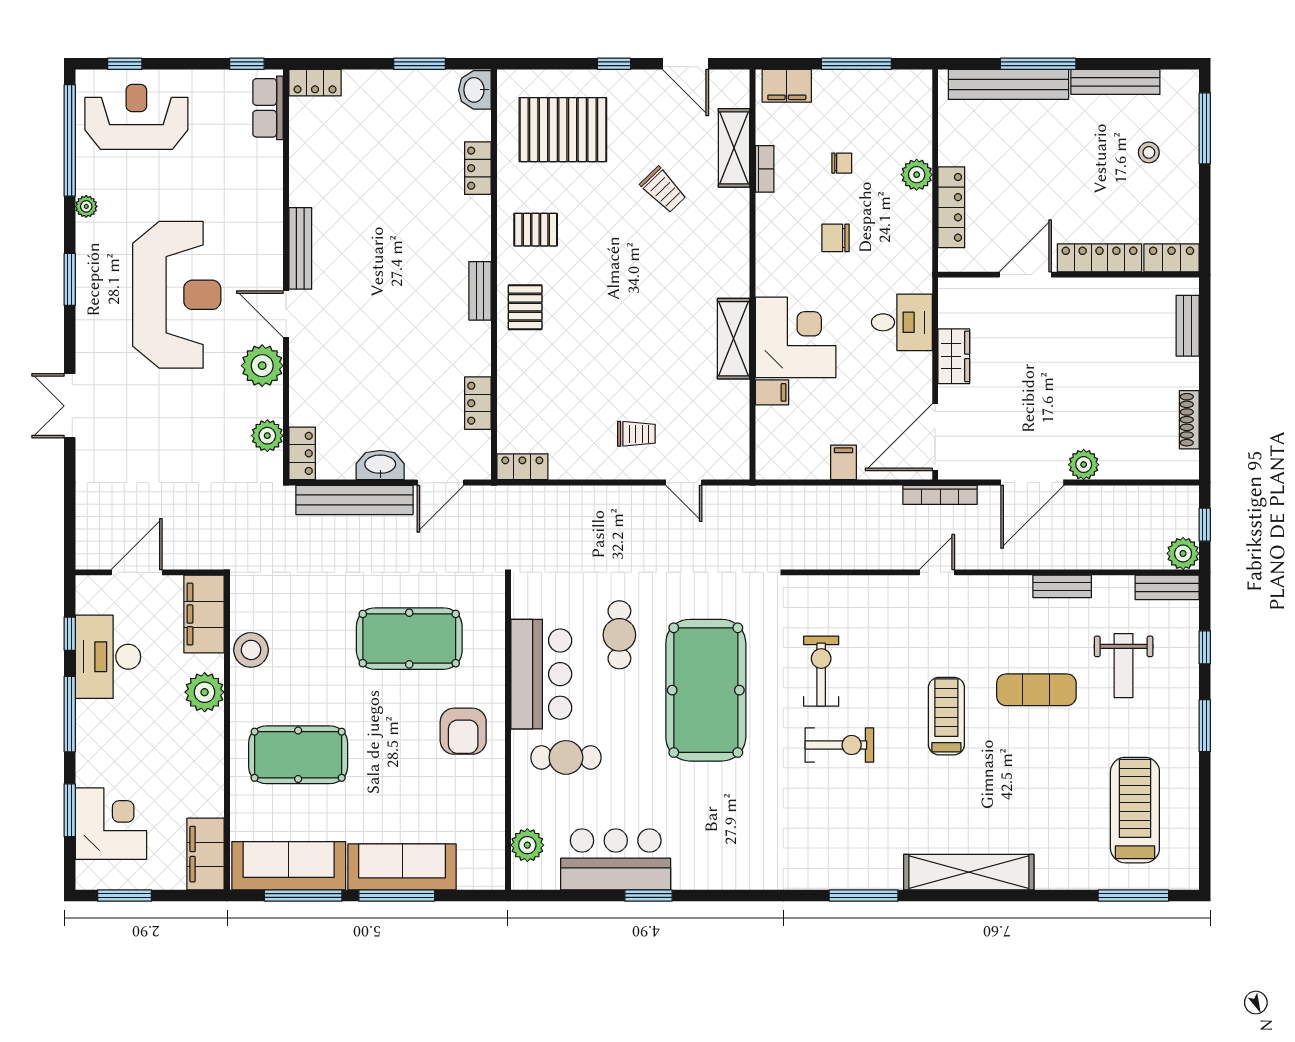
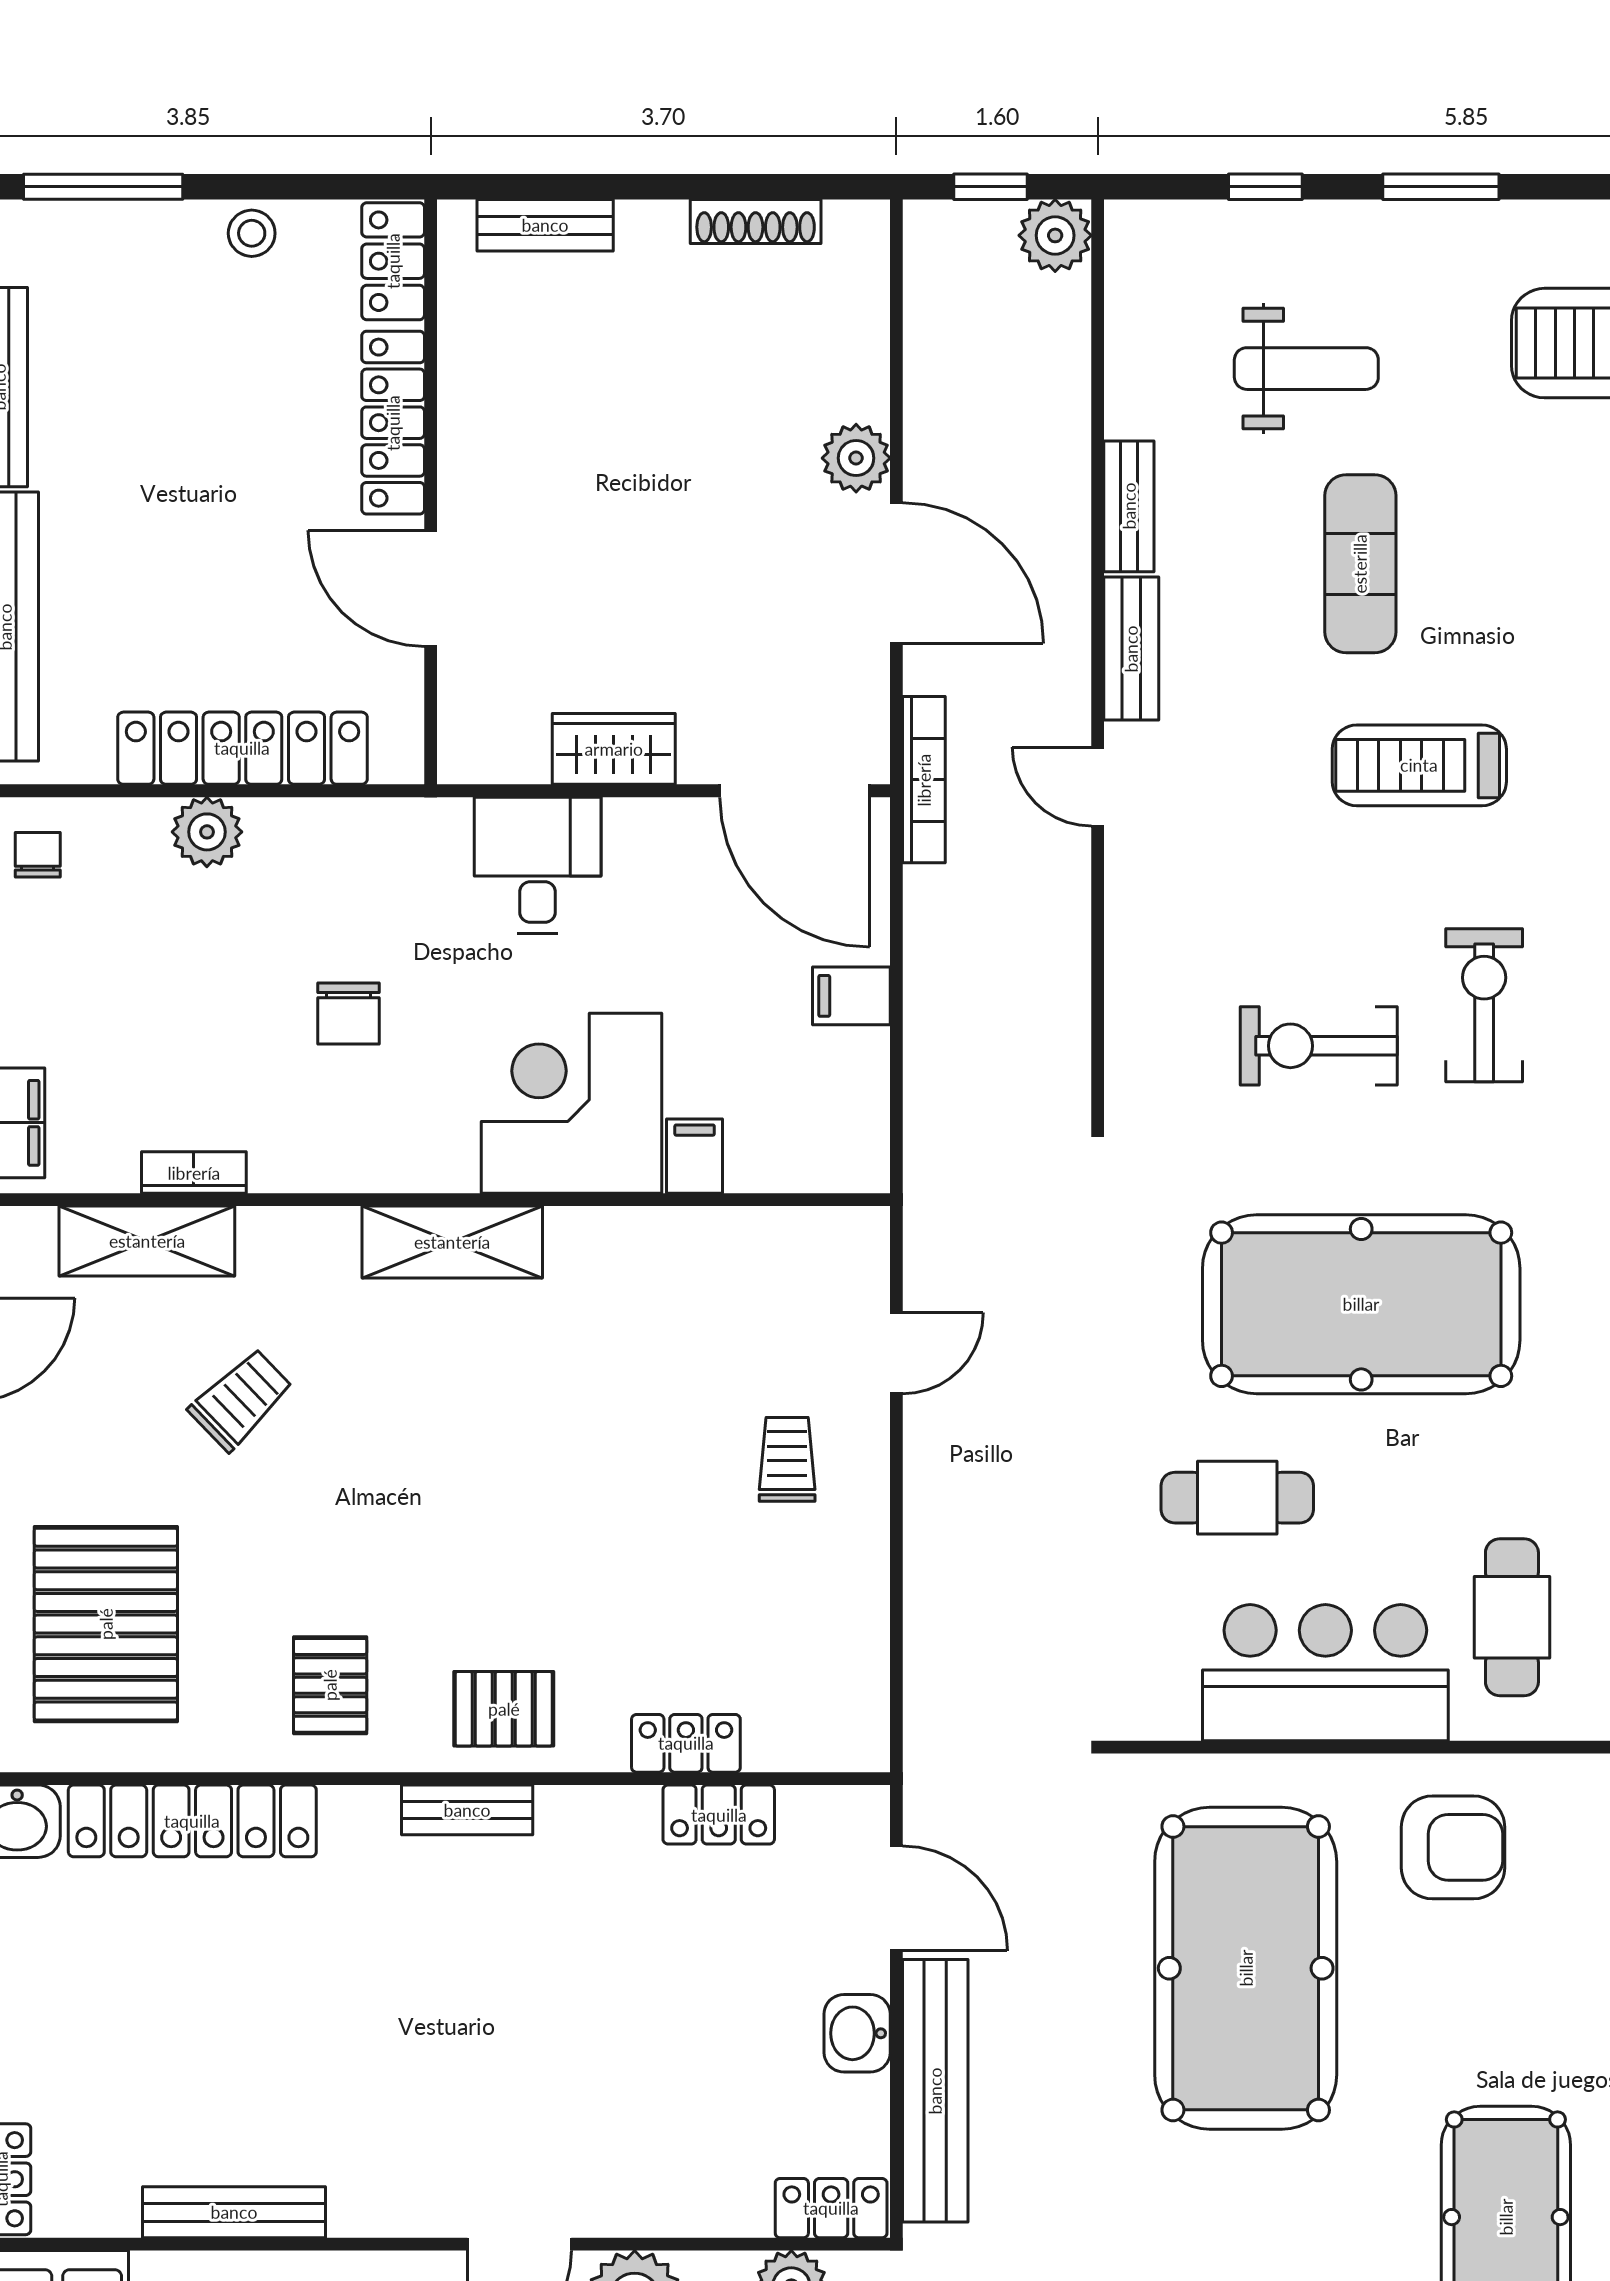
stool: (1149, 152) -> (252, 233), moved
chair: (842, 163) -> (38, 855), moved
locker: (478, 168) -> (192, 1821), width x2.16, depth x1.21
locker: (951, 207) -> (242, 748), width x1.41, depth x1.21
bench: (300, 248) -> (234, 2212), moved
shelving: (734, 339) -> (452, 1242), moved
washbasin: (380, 465) -> (857, 2033), width x0.72
locker: (522, 467) -> (686, 1743), moved, turned 90
bench: (1167, 587) -> (1131, 649), moved
pool table: (409, 639) -> (1246, 1968), width x1.36, depth x1.32

